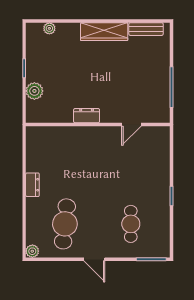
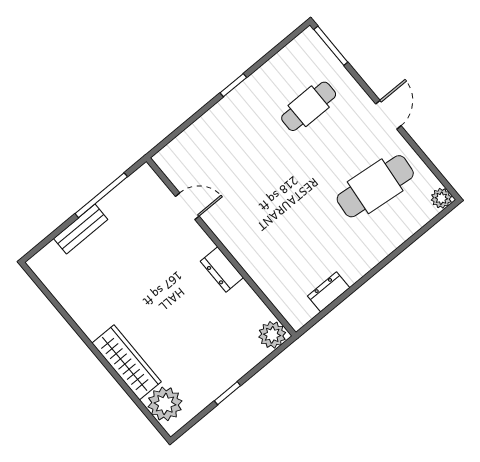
plant: (49, 28) -> (165, 404), width x1.88, depth x1.88
bench: (146, 29) -> (81, 229), moved, turned 90
wardrobe: (104, 32) -> (127, 362), moved
plant: (34, 91) -> (272, 335), moved
dresser: (32, 185) -> (329, 292), moved

